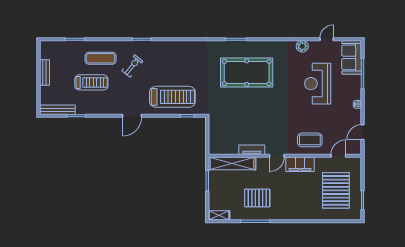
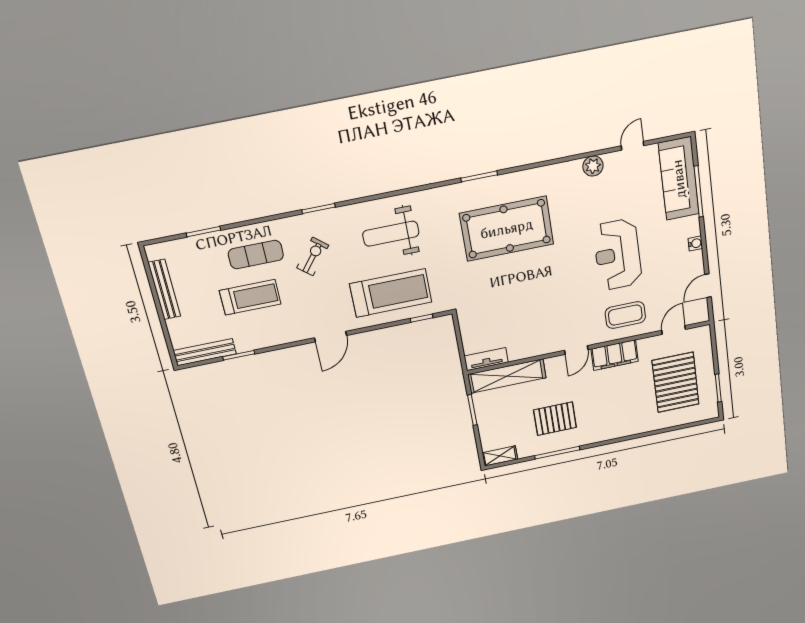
sofa: (352, 57) -> (679, 179), width x1.36
weight bench: (179, 62) -> (391, 234), added
bench: (44, 72) -> (164, 289), width x1.36
reception desk: (318, 84) -> (618, 255), moved
tv unit: (252, 150) -> (486, 359), moved

